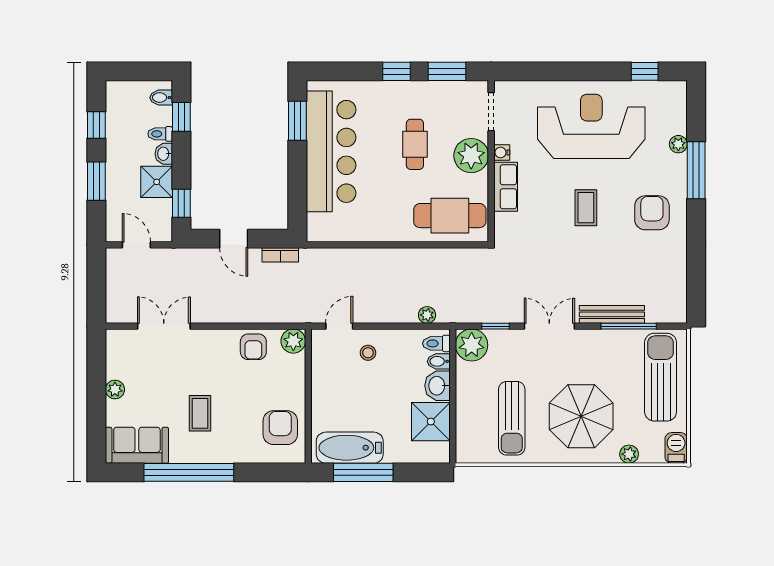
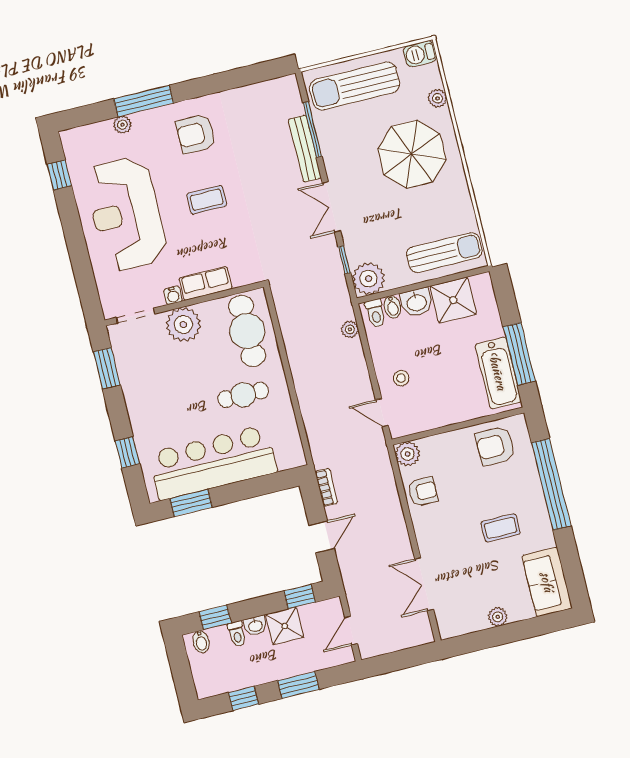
window: (396, 71) -> (127, 452), moved
cafe table: (415, 144) -> (243, 395), moved
sun lounger: (512, 418) -> (444, 253), moved
window: (189, 472) -> (551, 484), moved

